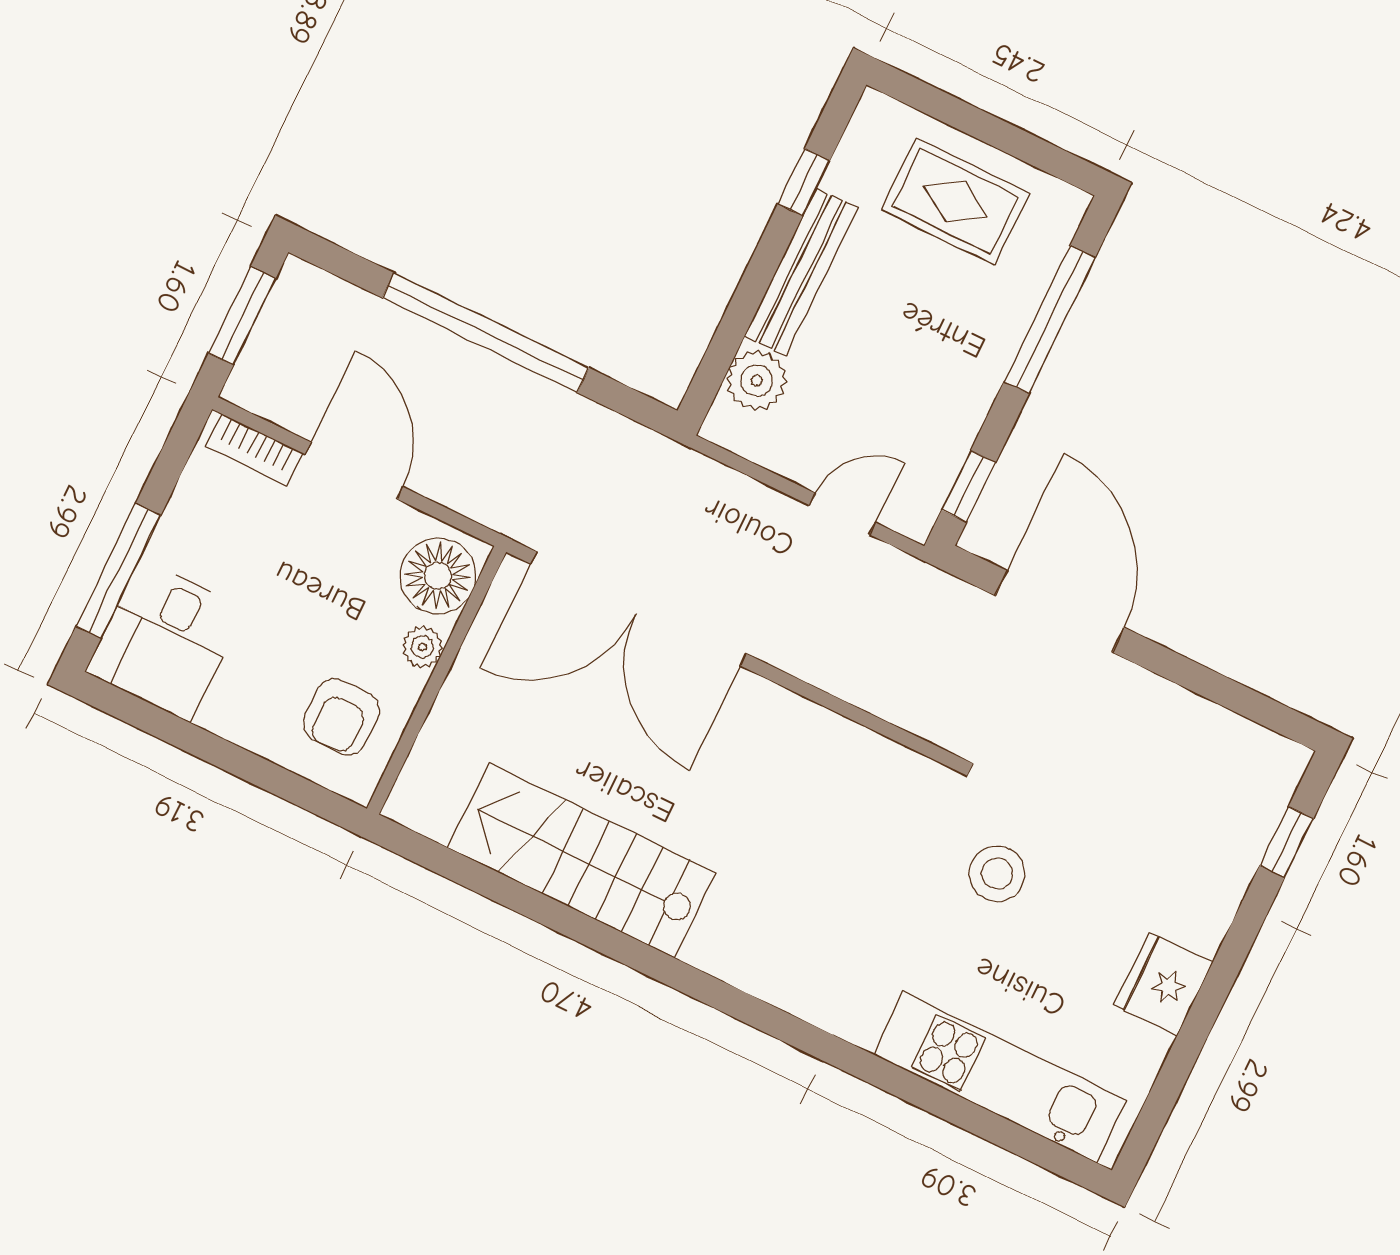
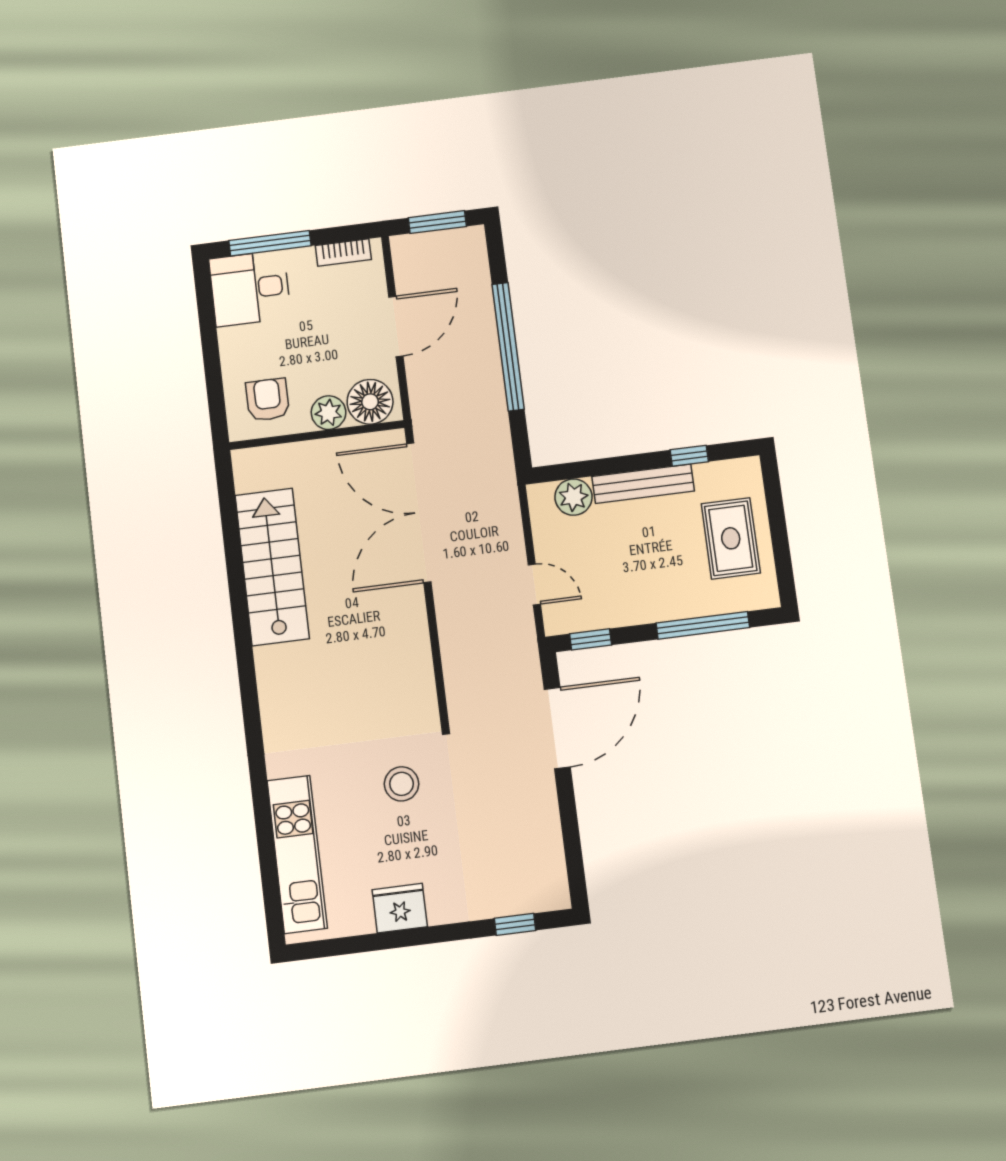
bookcase: (254, 449) -> (343, 252), moved, turned -90
plant: (422, 647) -> (329, 413), width x1.38, depth x1.38
armchair: (341, 717) -> (268, 400), turned 90

